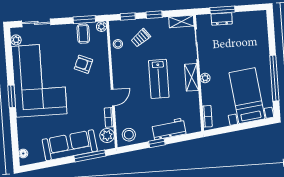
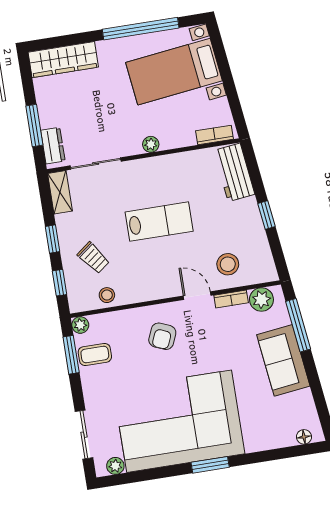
dresser: (222, 19) -> (53, 146), moved
wardrobe: (260, 31) -> (63, 60), added
armchair: (83, 64) -> (162, 336), moved
shelving: (192, 77) -> (152, 167), removed
workbench: (169, 129) -> (234, 172), moved
stool: (129, 135) -> (228, 264), moved
sofa: (70, 145) -> (283, 360), width x0.73

